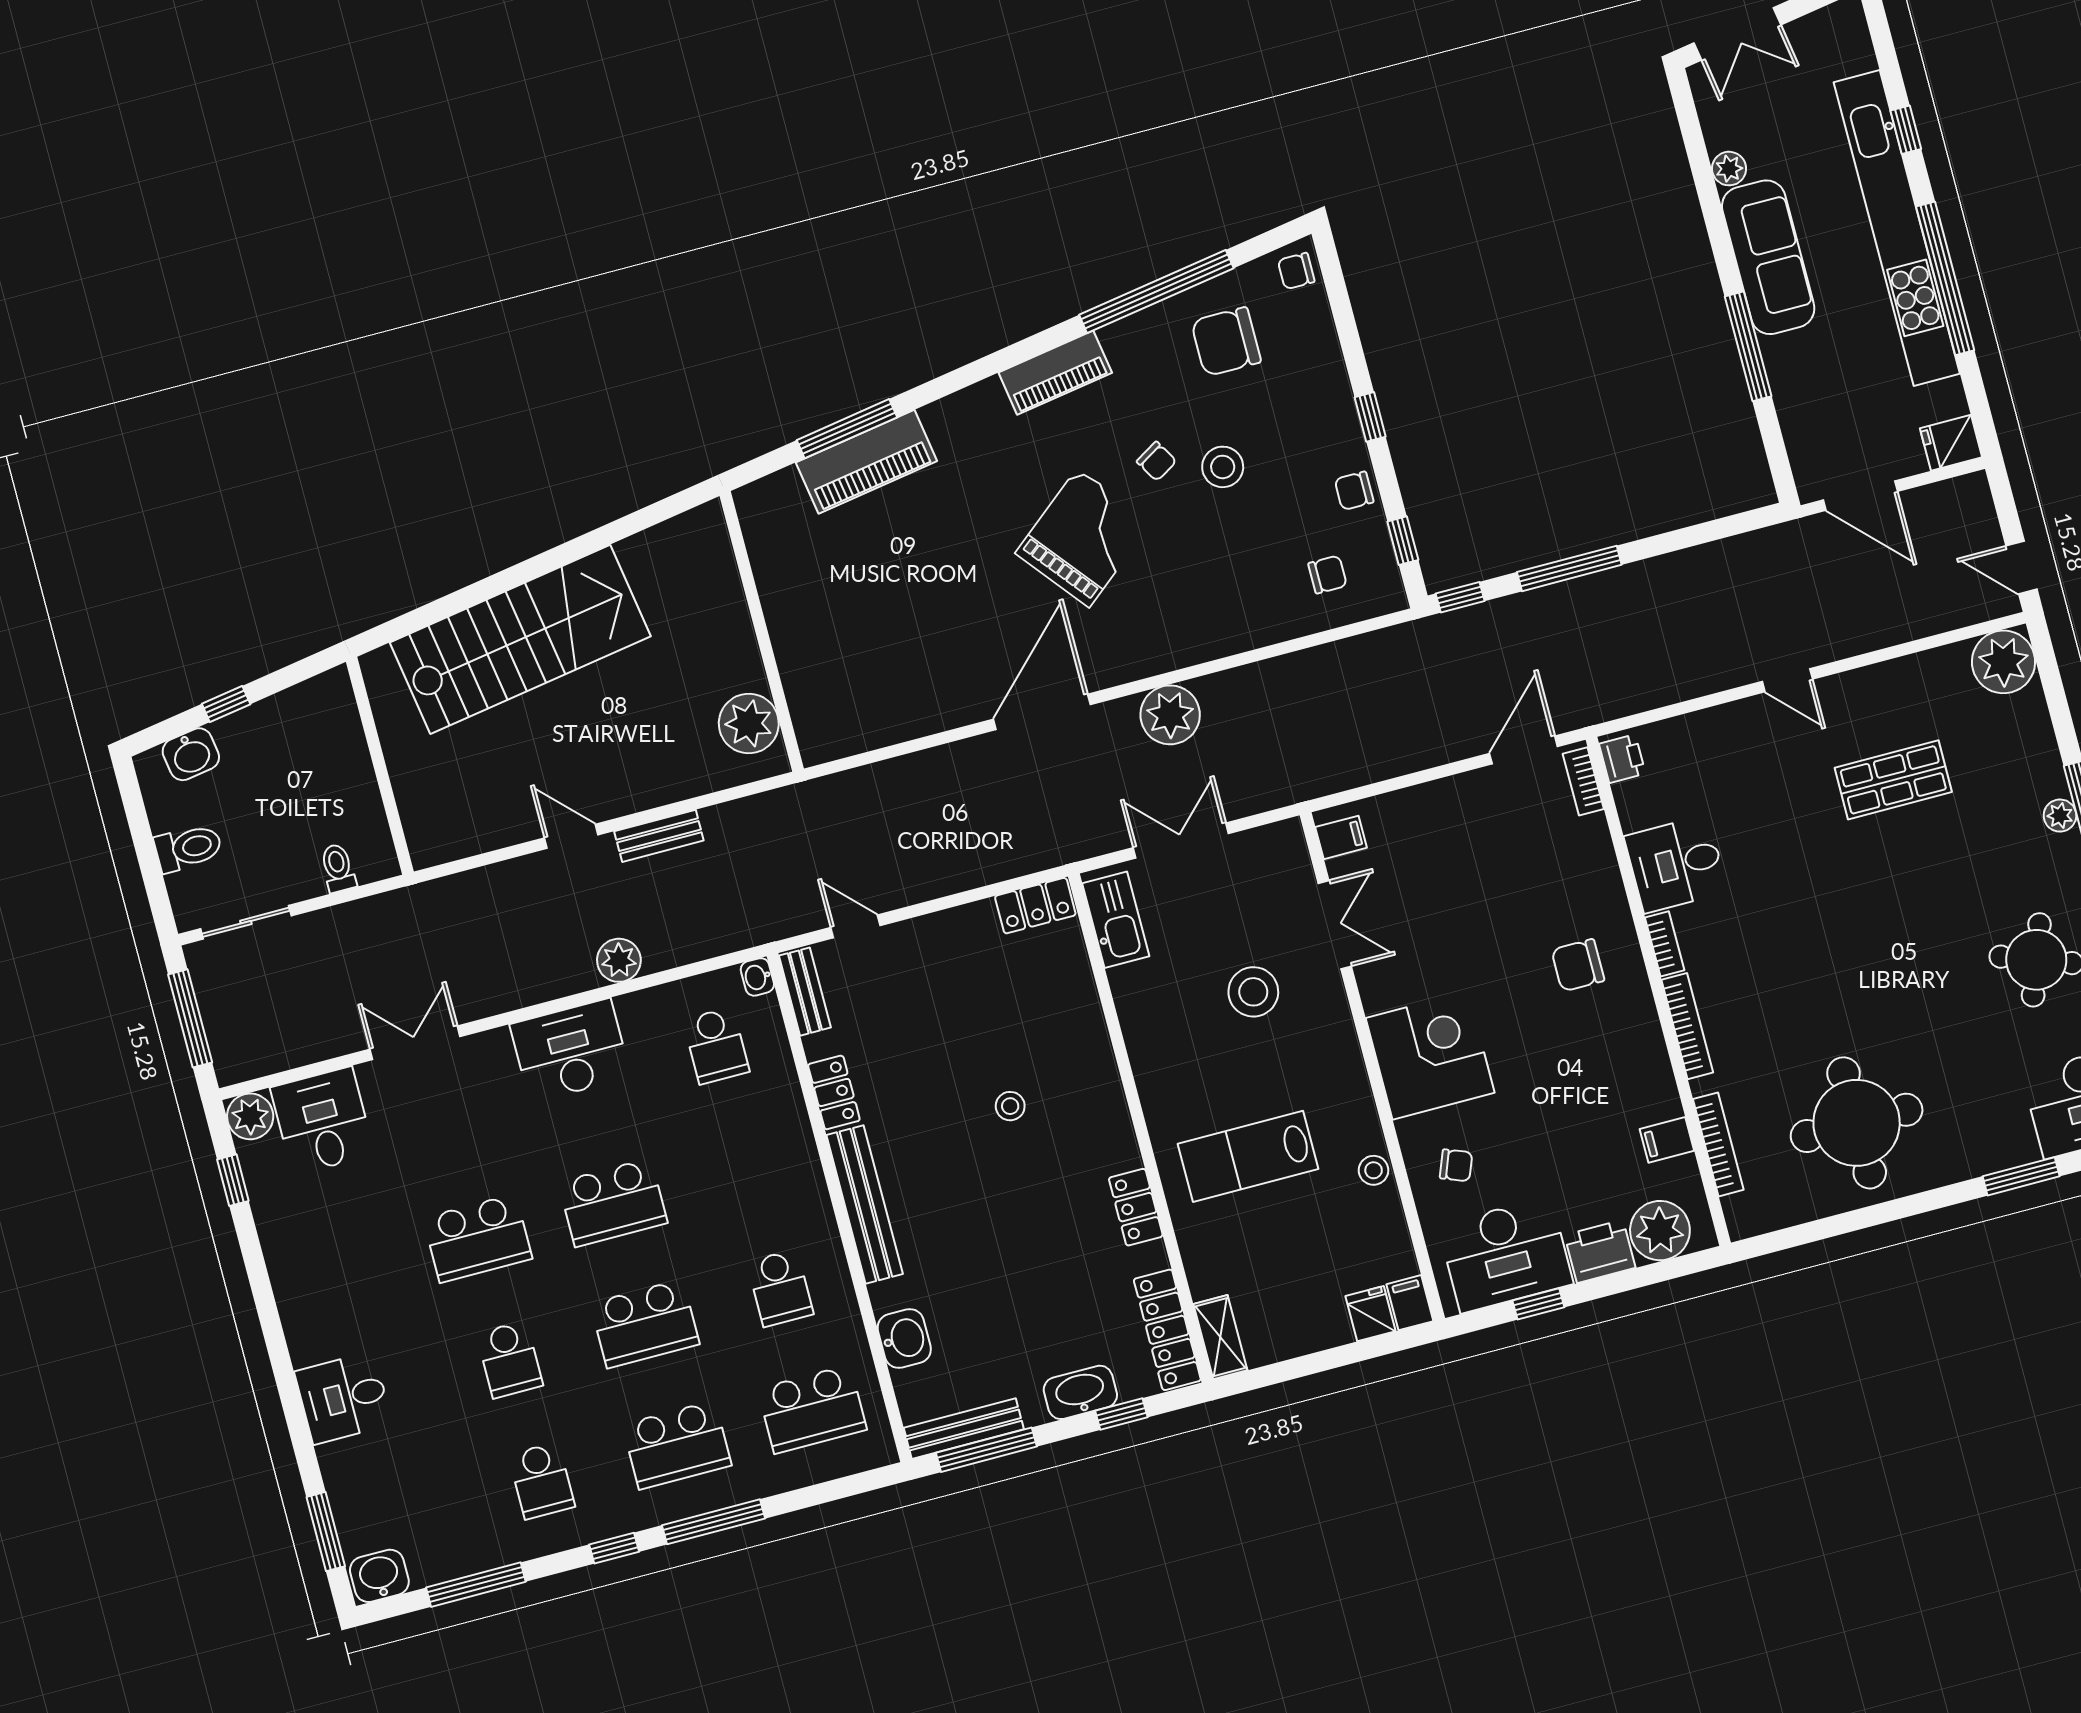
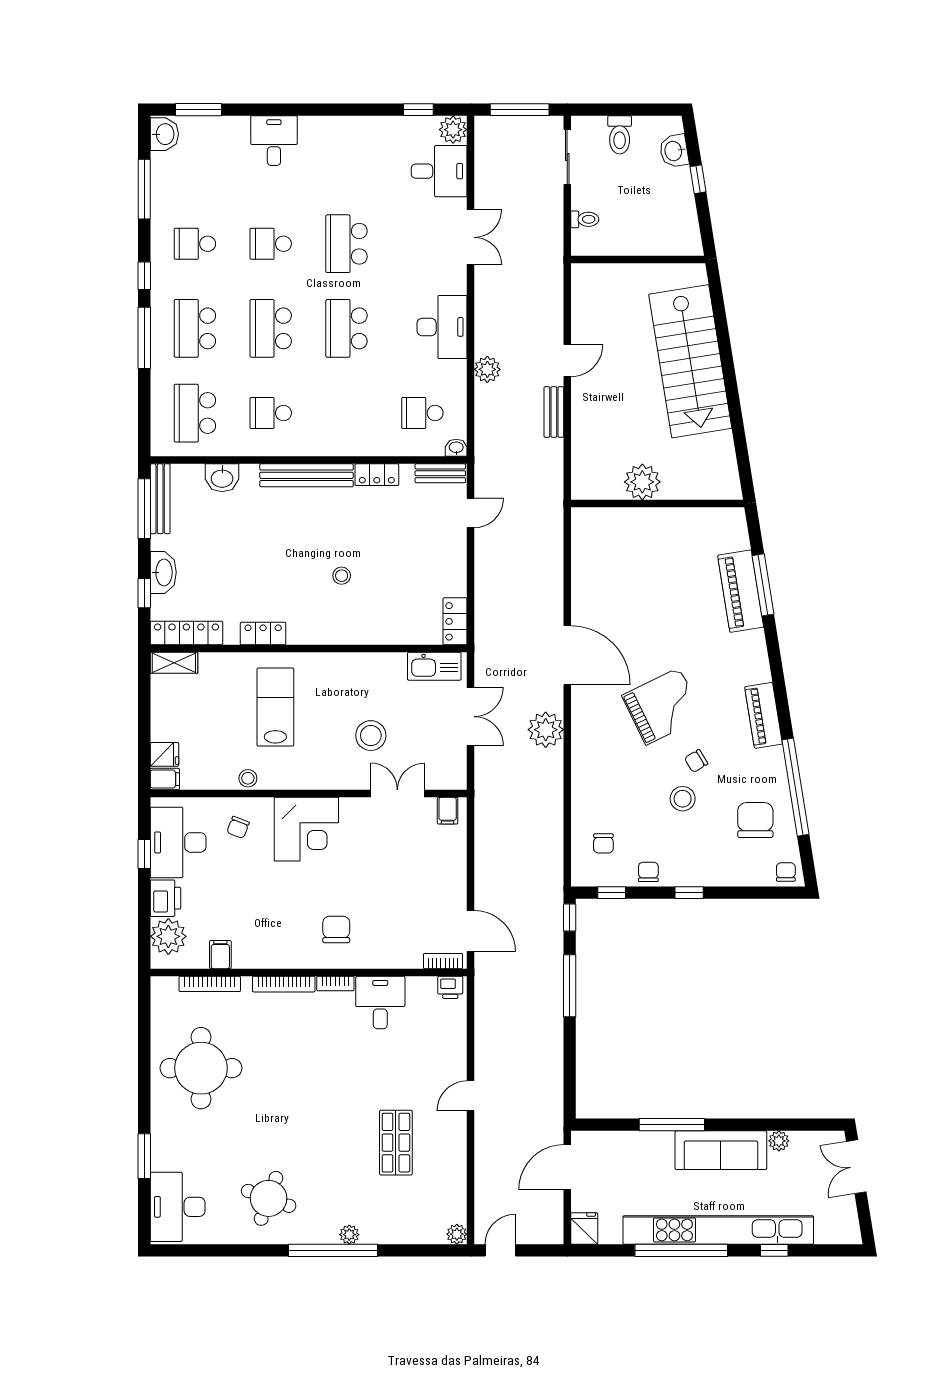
grand piano: (1083, 538) -> (663, 706), turned -77
plant: (2004, 662) -> (457, 1234), width x0.53, depth x0.53
plant: (749, 724) -> (642, 482), moved
double door: (1335, 925) -> (397, 794), swing flipped

